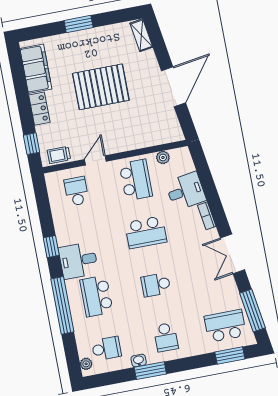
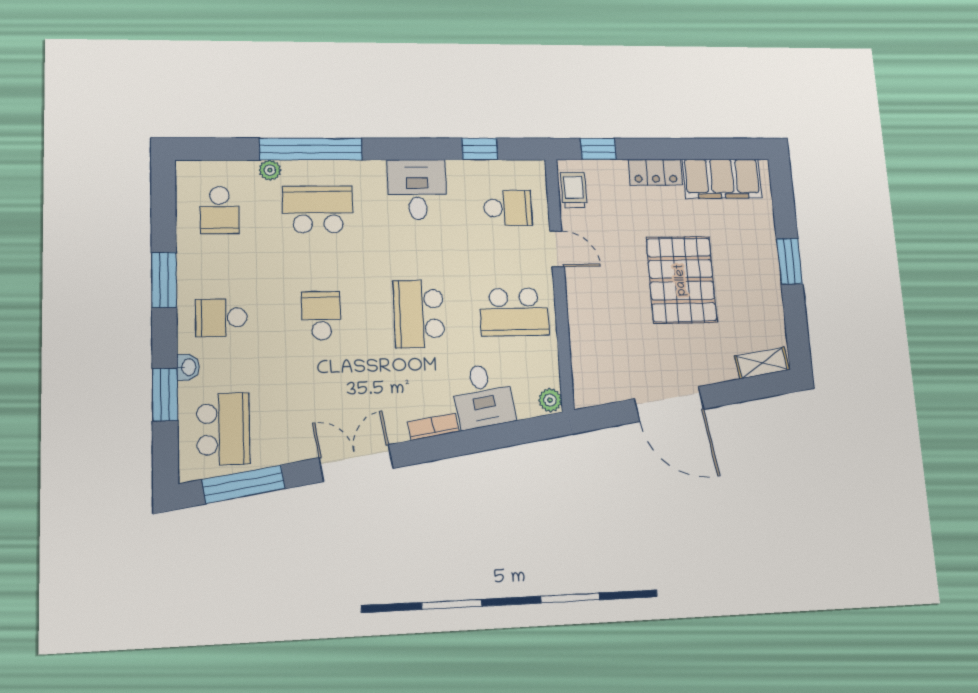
plant: (163, 157) -> (550, 400), moved
window: (51, 247) -> (480, 149), moved
desk: (78, 261) -> (417, 190), moved
window: (230, 355) -> (165, 394), moved
washbasin: (139, 360) -> (188, 367), moved
plant: (86, 364) -> (270, 170), moved

